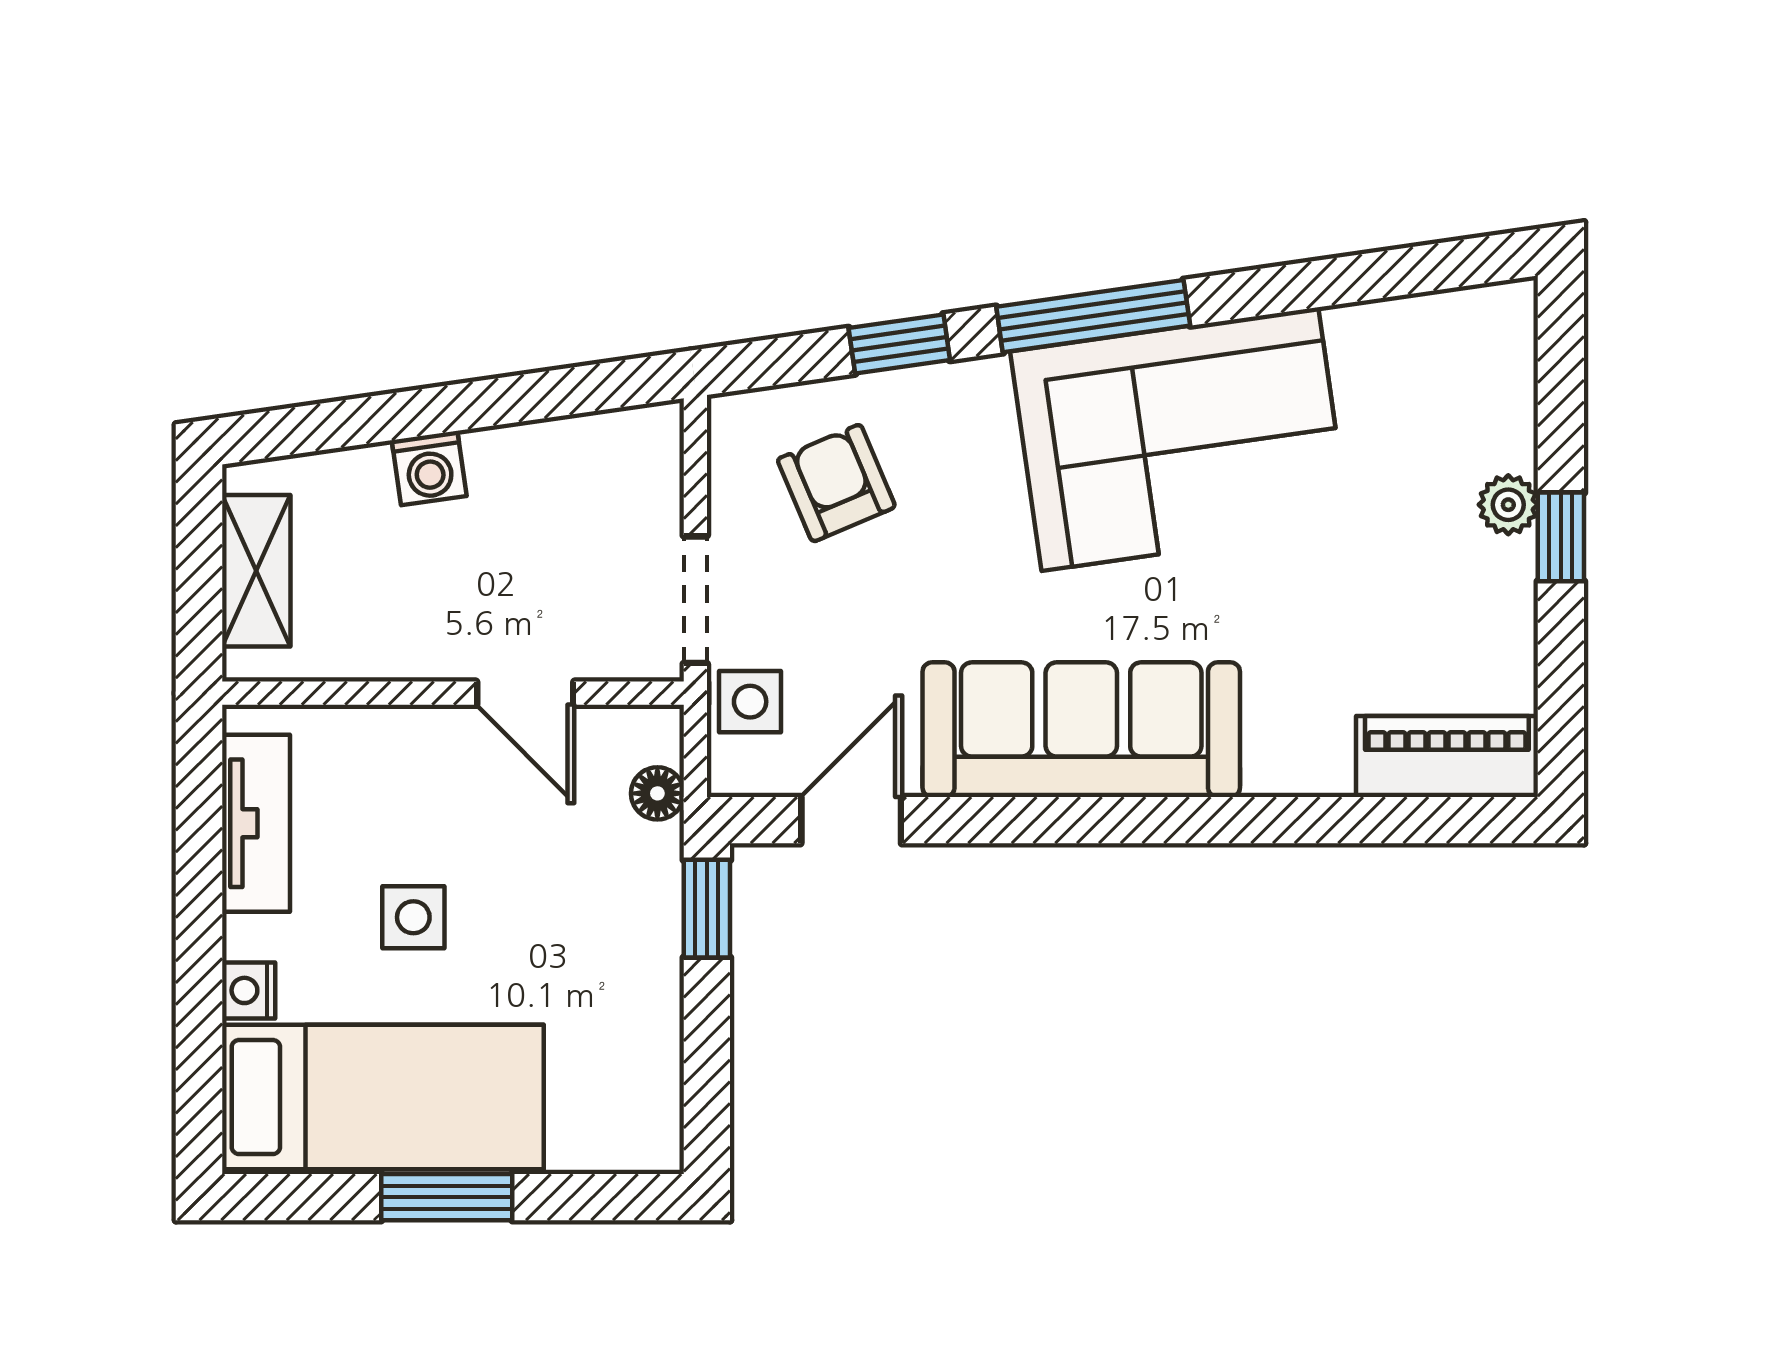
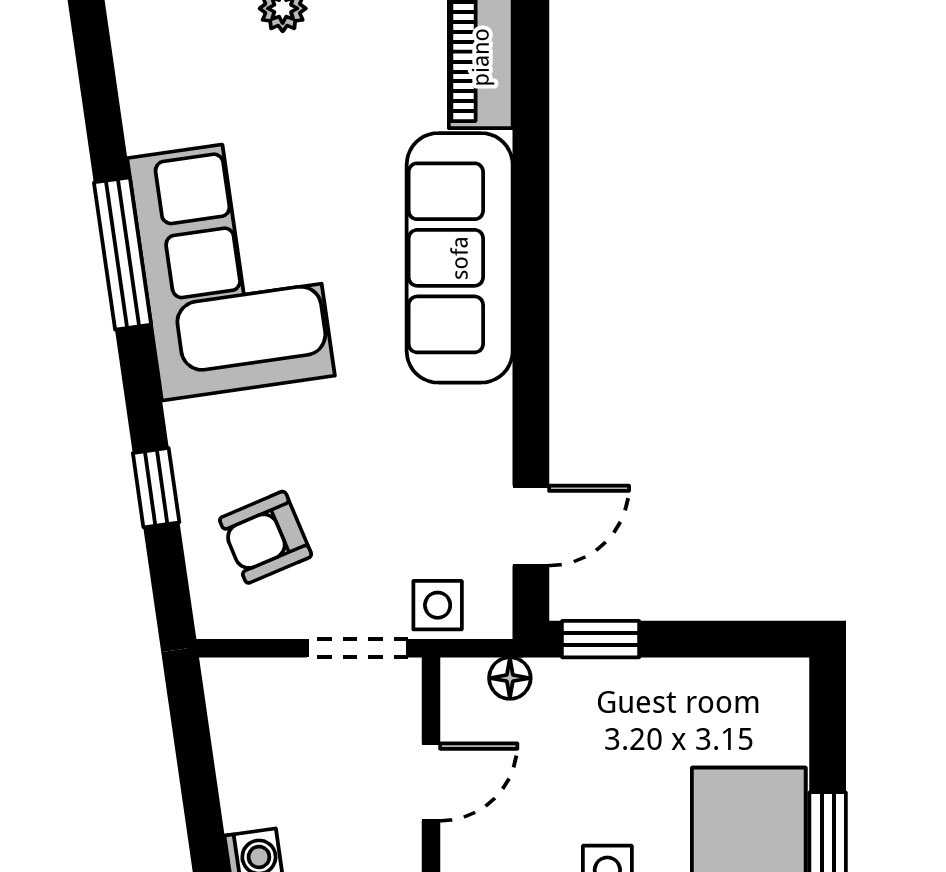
window: (1093, 316) -> (122, 253), moved
sofa: (1081, 730) -> (460, 258), moved
door: (851, 820) -> (531, 526), swing flipped

